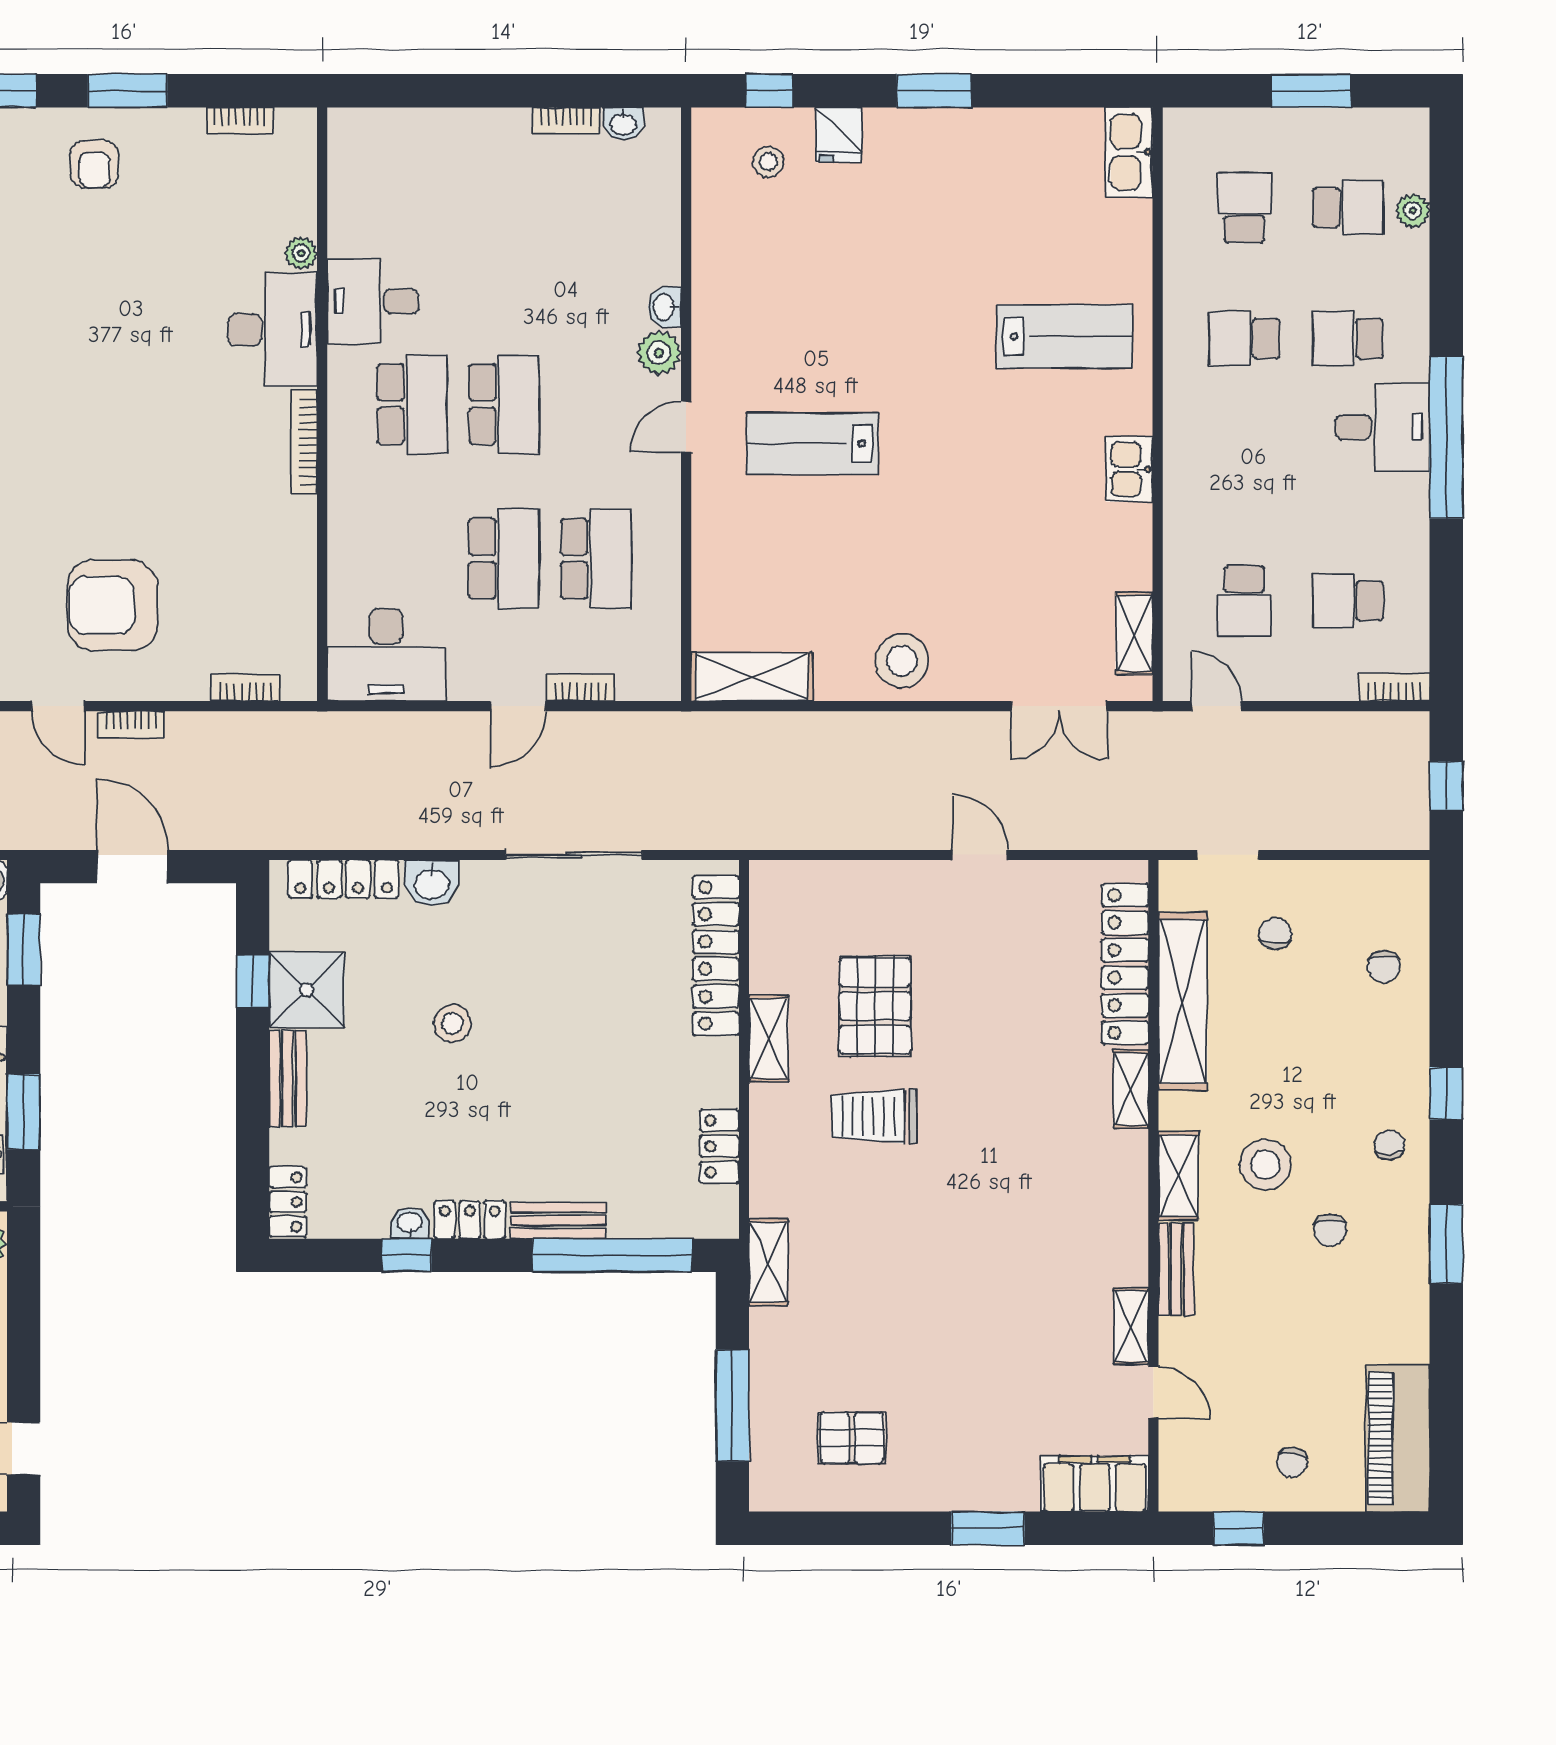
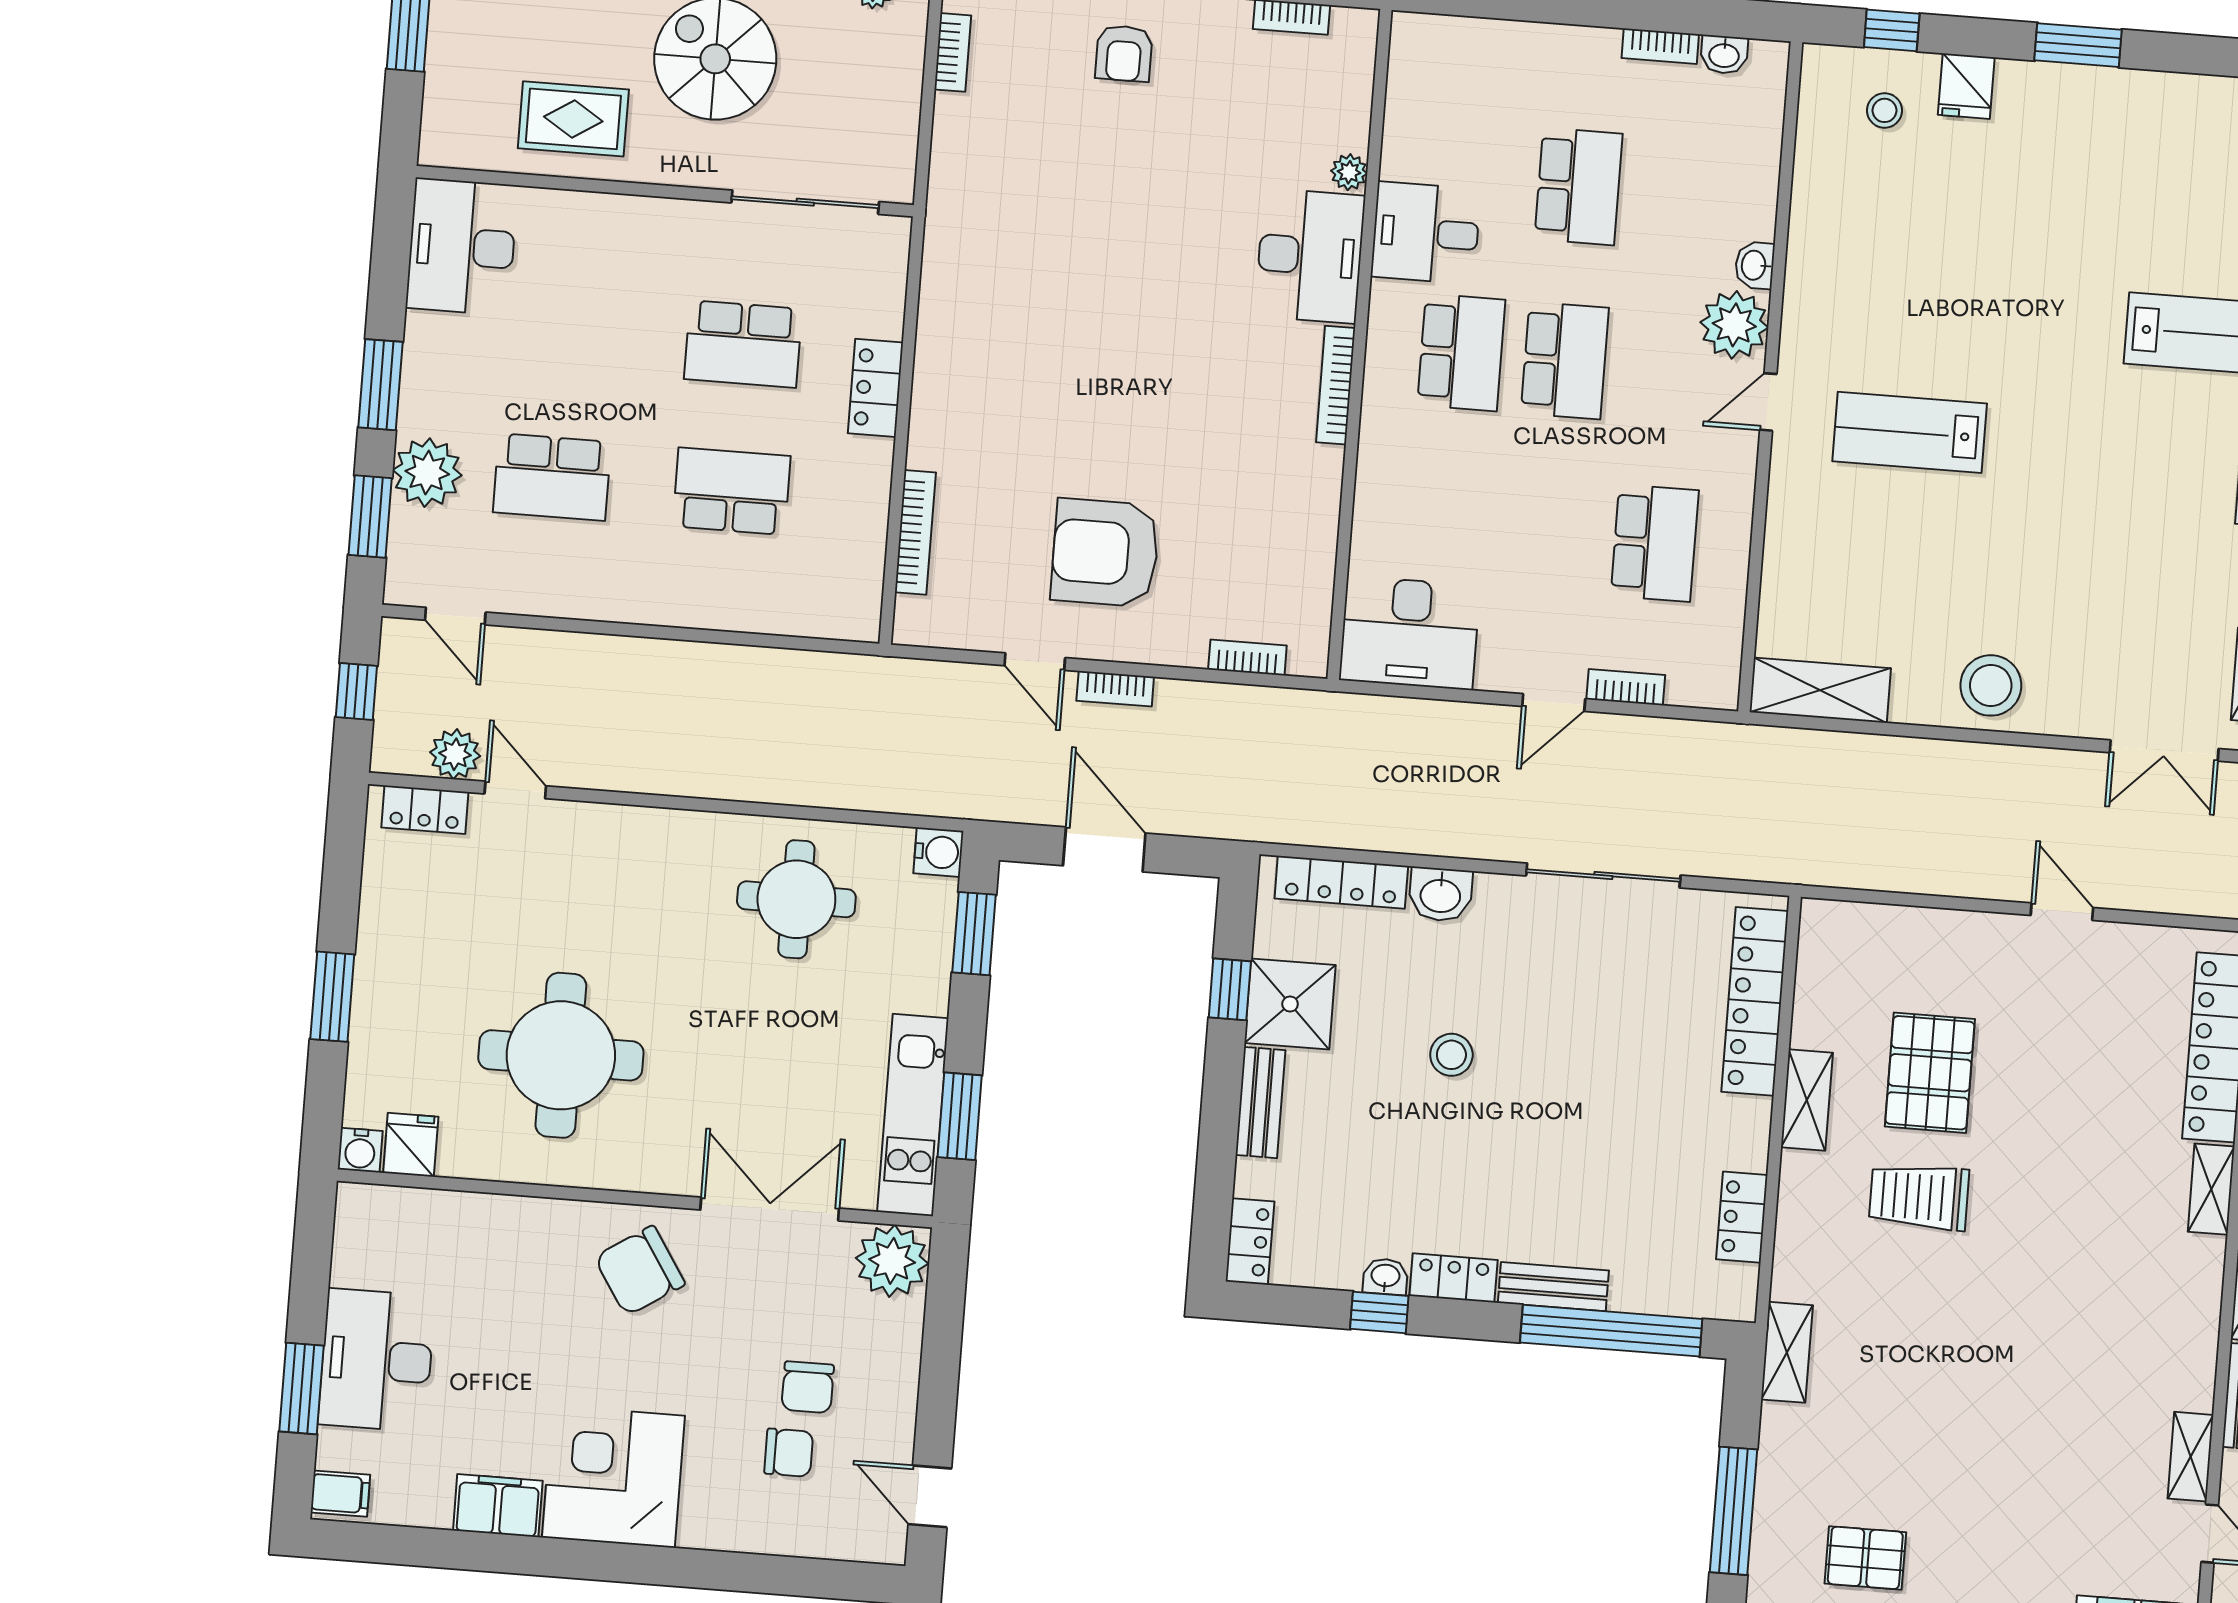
plant: (659, 353) -> (1734, 325), width x1.36, depth x1.36
school desk: (504, 559) -> (1579, 186), moved

